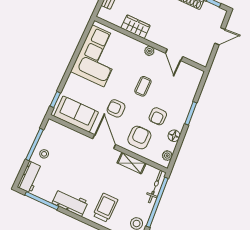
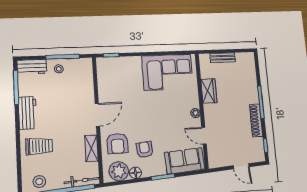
door: (174, 55) -> (204, 136), hinge flipped
coffee table: (143, 86) -> (163, 123), removed
armchair: (116, 108) -> (132, 110), removed
sofa: (76, 114) -> (185, 161), moved, turned -94
armchair: (158, 116) -> (145, 150), turned 85
armchair: (139, 138) -> (117, 143), turned 90
plant: (167, 156) -> (119, 171), width x1.88, depth x1.88

